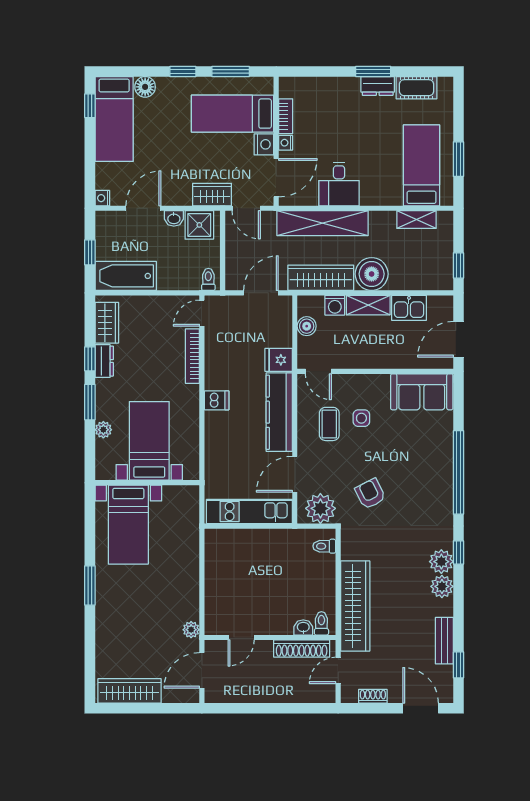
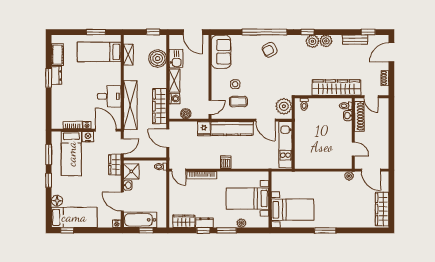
boiler: (372, 274) -> (158, 59), moved
bathtub: (126, 276) -> (140, 220), moved, turned 90
armchair: (370, 494) -> (270, 50), moved

